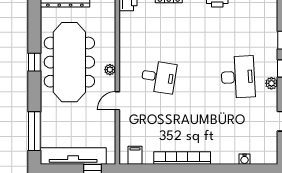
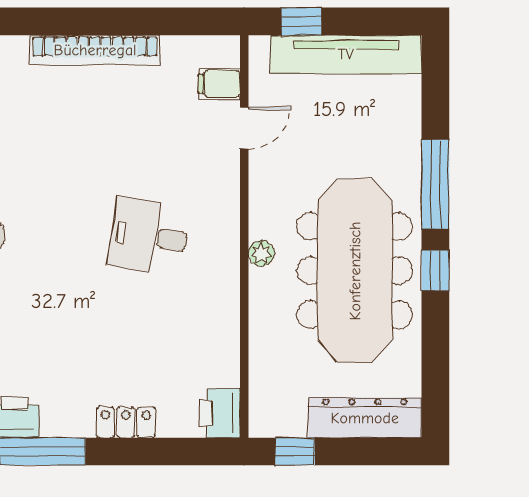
door: (117, 101) -> (244, 128), moved
window: (34, 131) -> (435, 184), moved
filing cabinet: (135, 155) -> (219, 84), moved, turned 90

